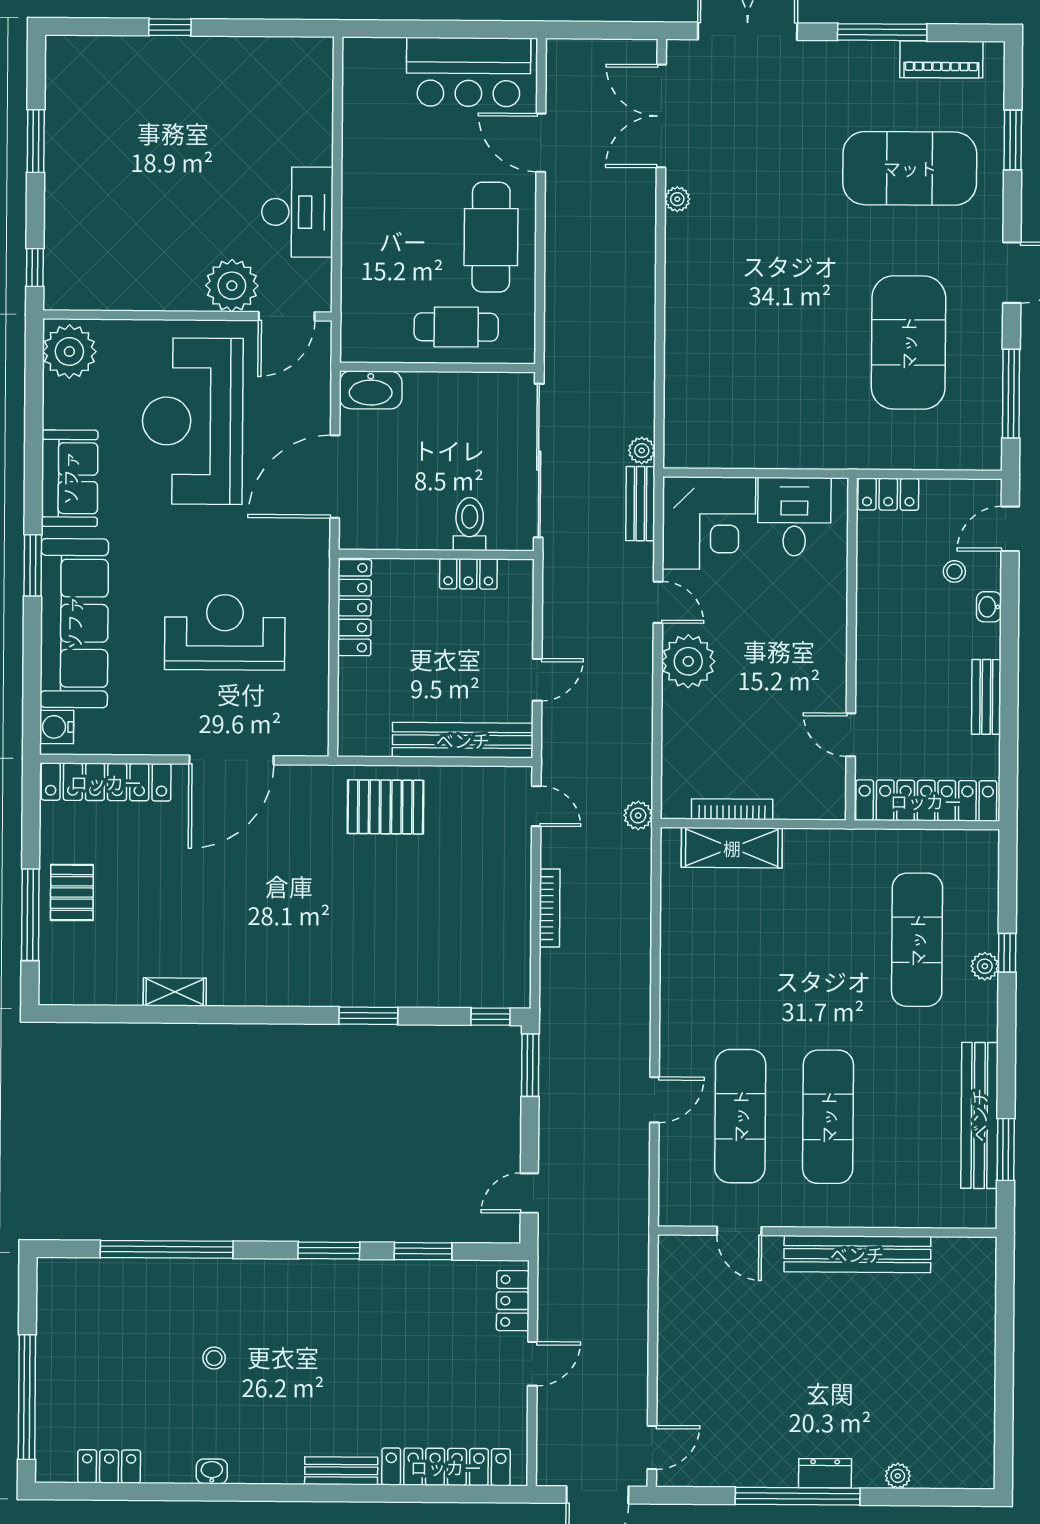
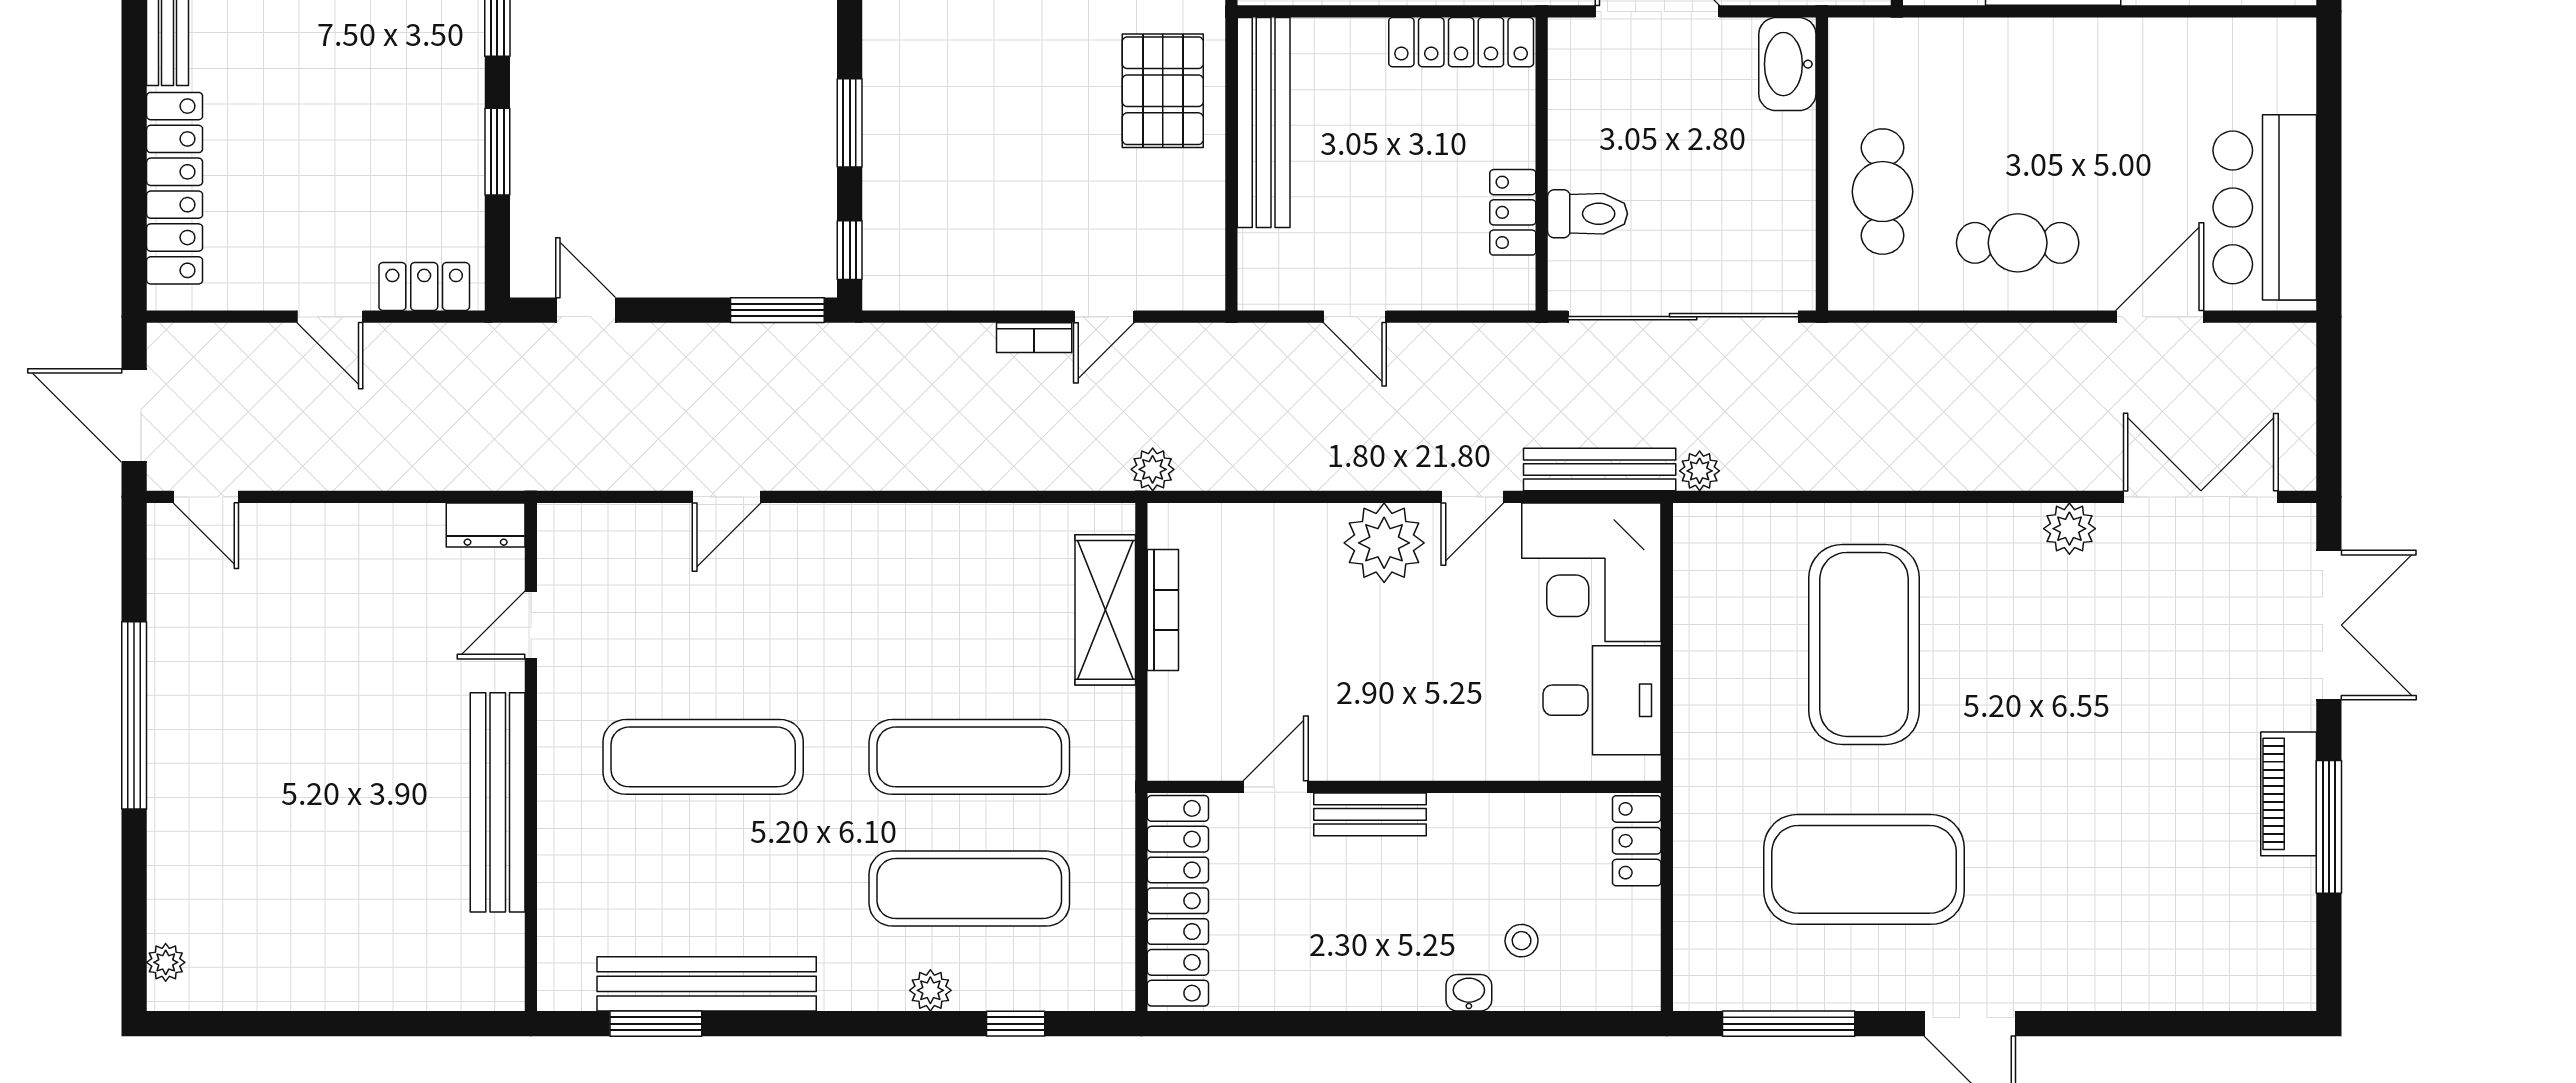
piano: (941, 59) -> (2289, 794), moved
window: (1013, 140) -> (2169, 1024), removed
exercise mat: (910, 168) -> (1864, 644), moved
plant: (677, 199) -> (2069, 529), width x1.38, depth x1.38
cafe table: (491, 237) -> (2018, 243), width x0.73, depth x0.74
bench: (640, 504) -> (1600, 469), width x1.36
door: (1010, 529) -> (1586, 1024), removed
bench: (986, 697) -> (1370, 814), moved
bench: (463, 740) -> (1264, 122), moved
door: (536, 806) -> (1104, 317), moved
bookcase: (550, 908) -> (1034, 338), width x0.64
window: (1007, 953) -> (1016, 1024), moved
window: (368, 1016) -> (850, 123), moved
door: (654, 1100) -> (727, 497), hinge flipped
exercise mat: (740, 1116) -> (969, 757), moved
dresser: (825, 1473) -> (486, 525), moved, turned 90
plant: (898, 1476) -> (166, 962), moved

